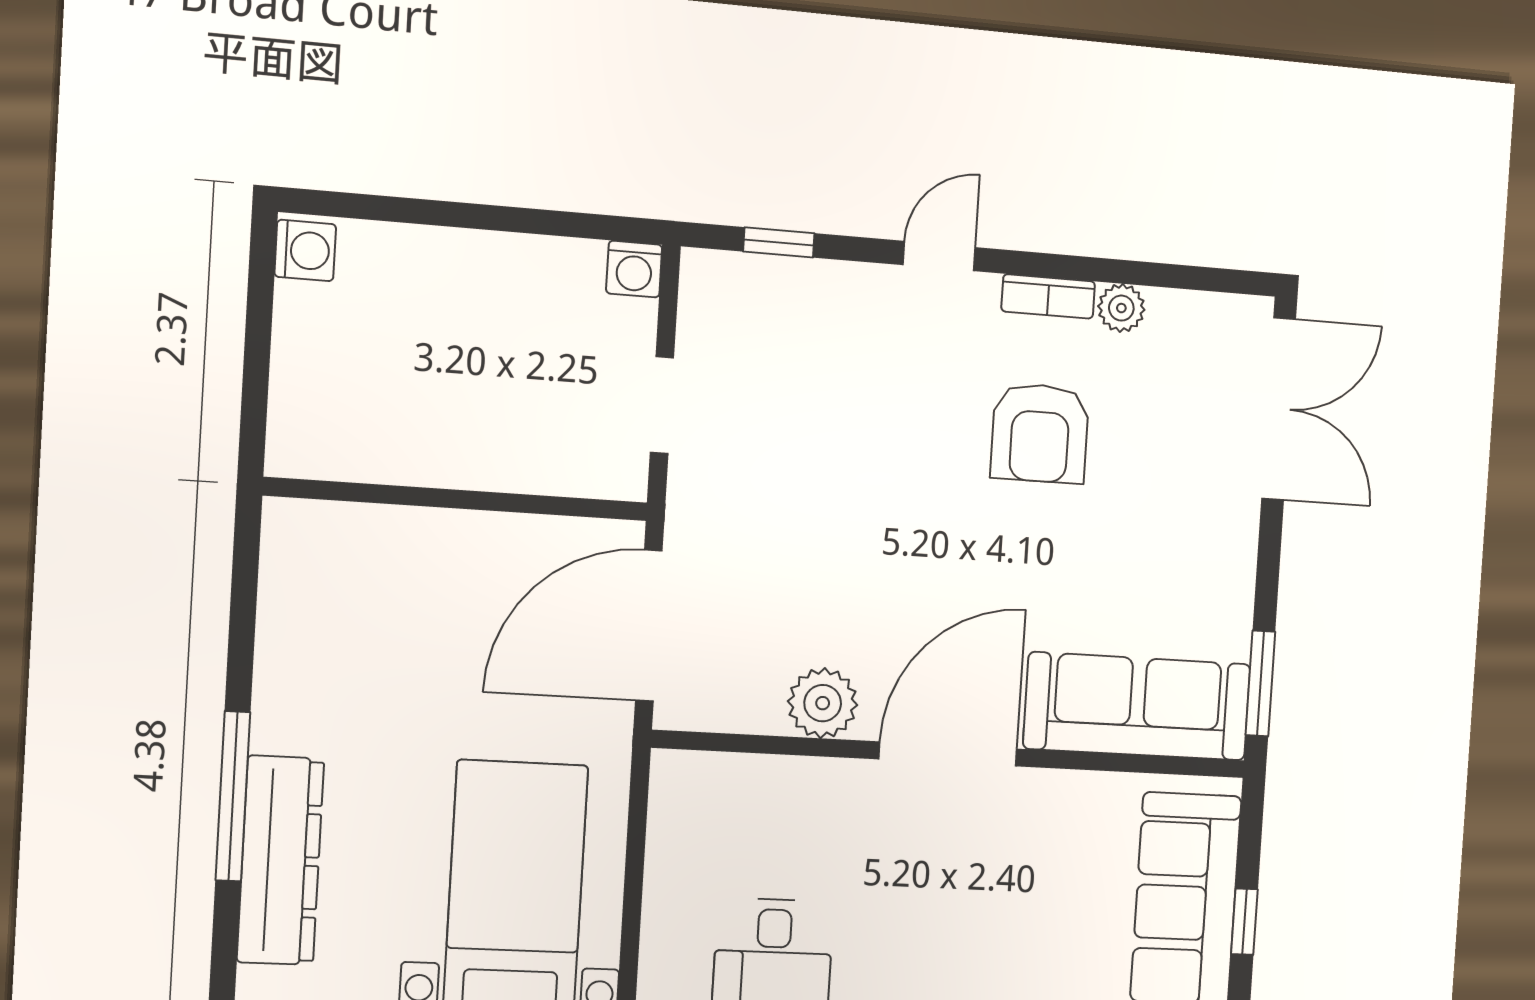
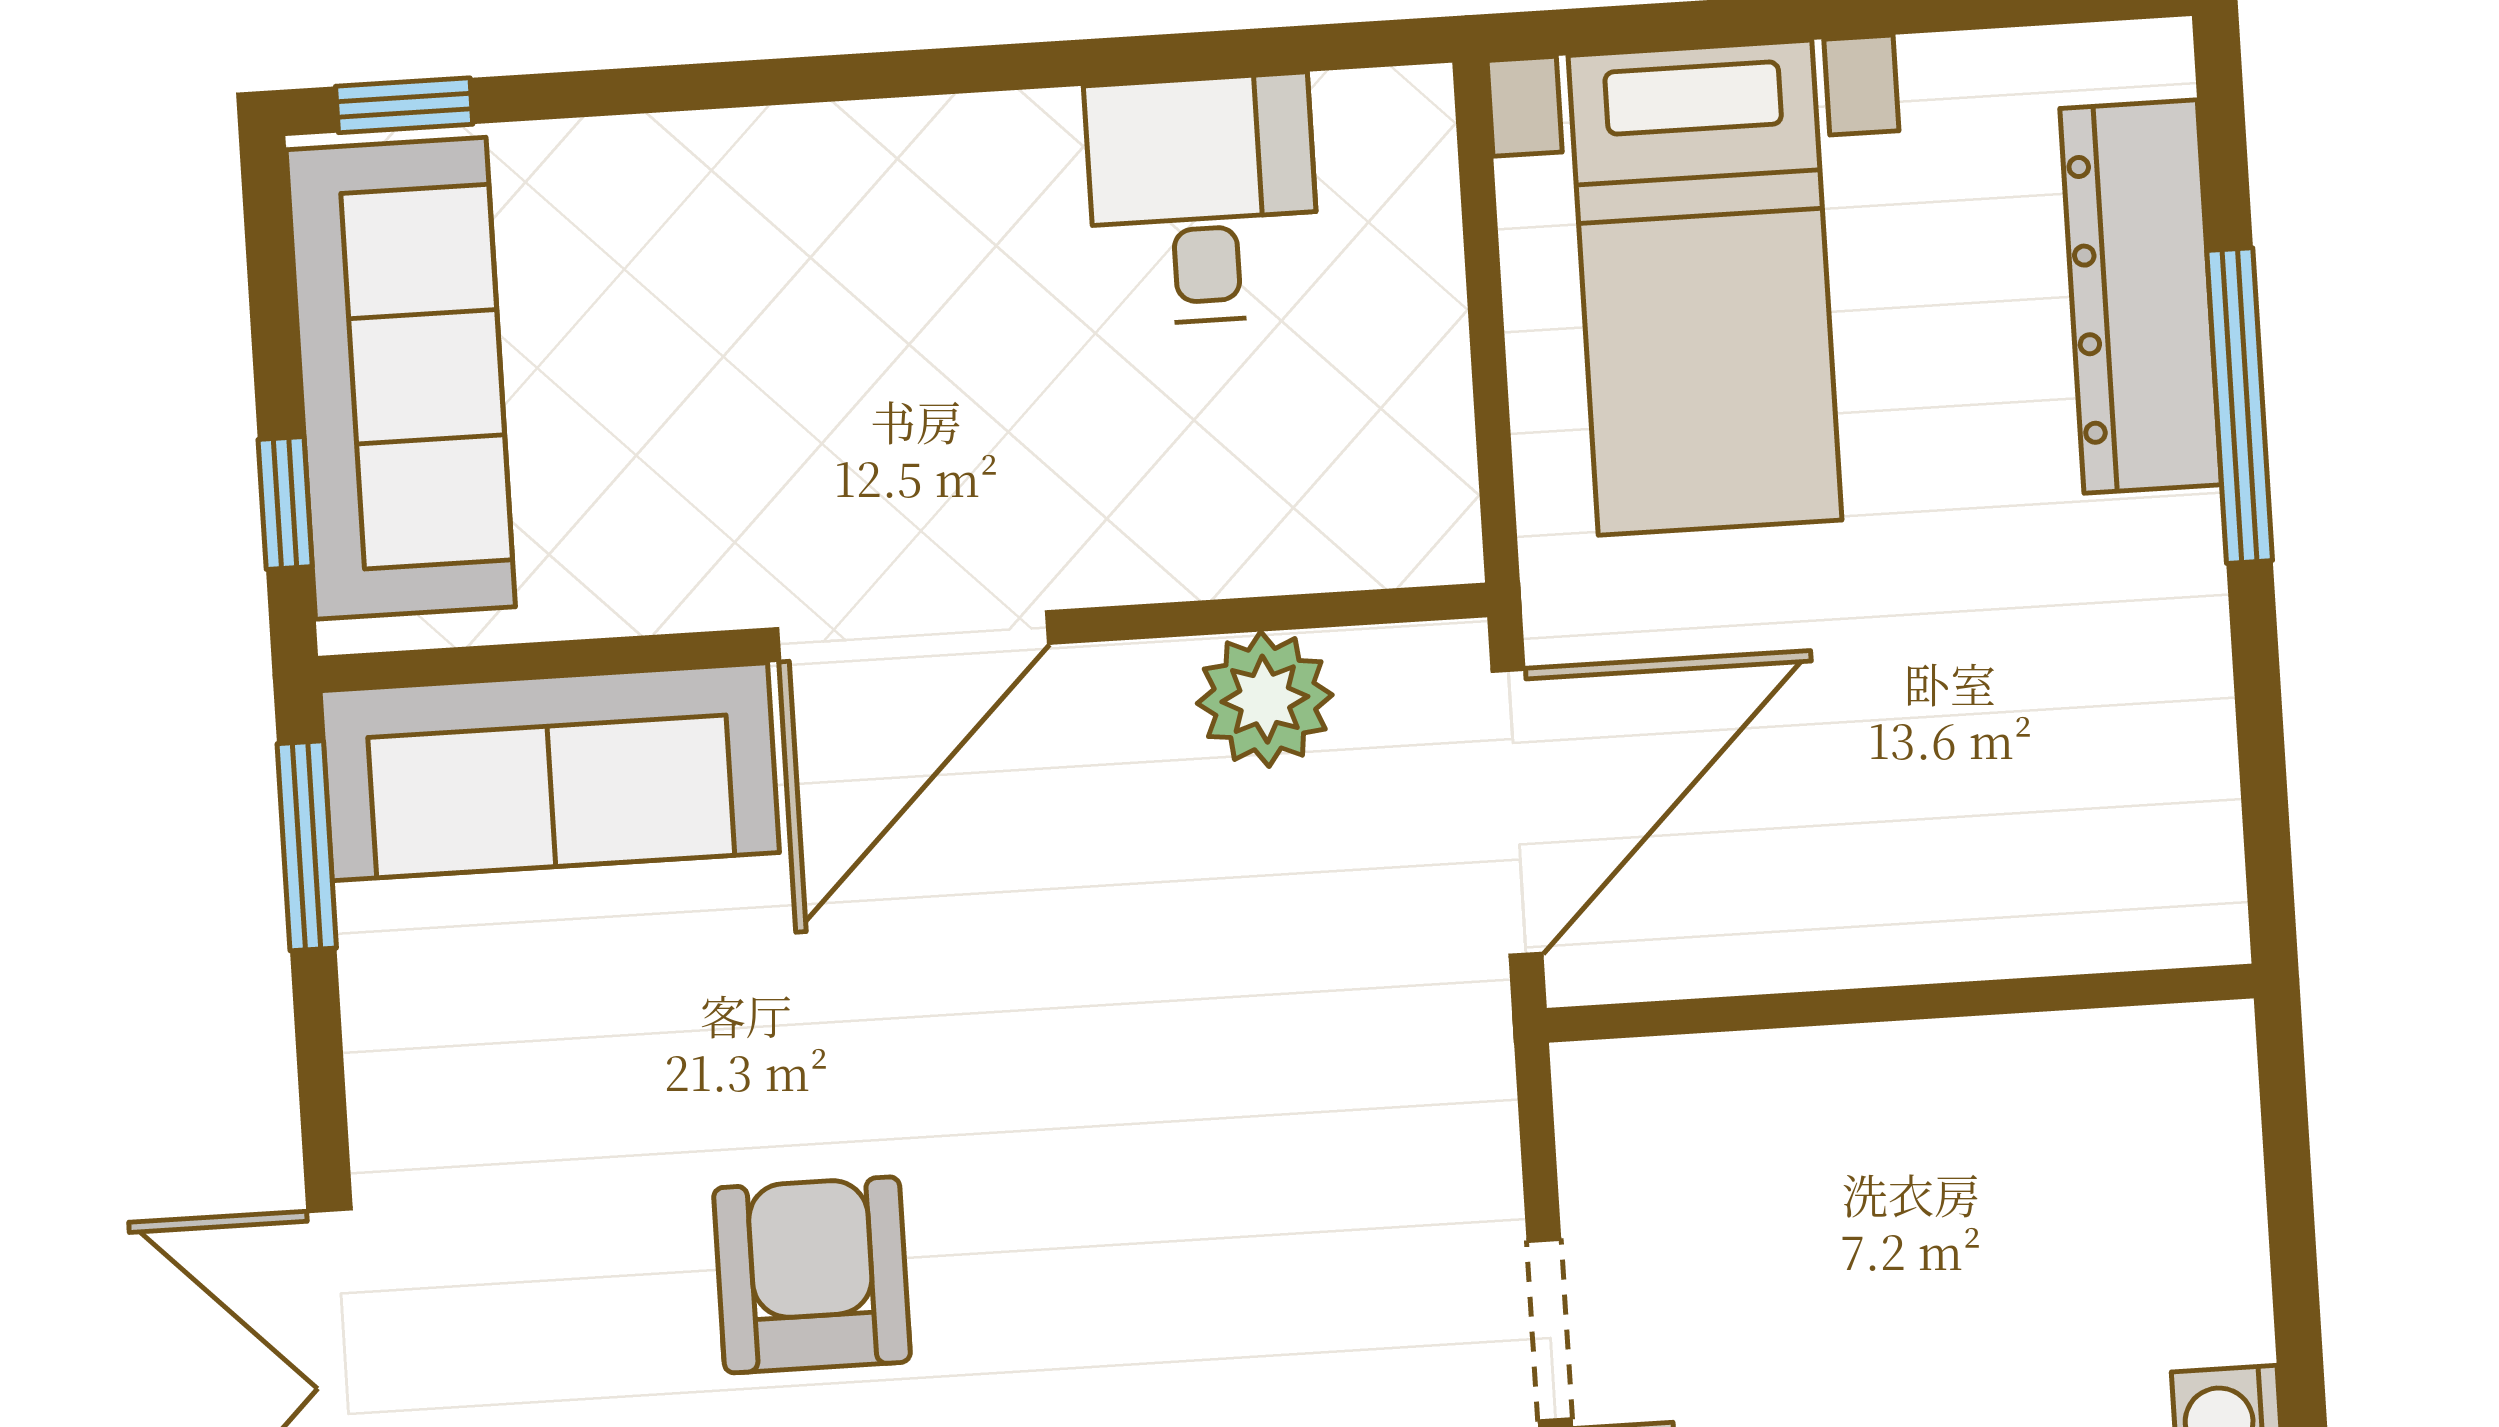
doorway: (662, 405) -> (1550, 1330), moved
plant: (823, 703) -> (1265, 699), moved
window: (1244, 922) -> (285, 503), moved

